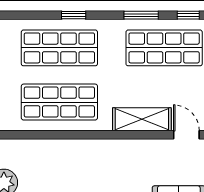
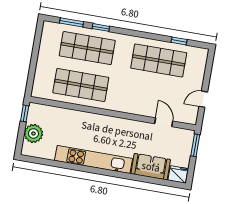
window: (141, 15) -> (72, 22), moved
shelving: (142, 119) -> (135, 107), removed

